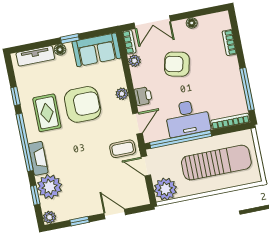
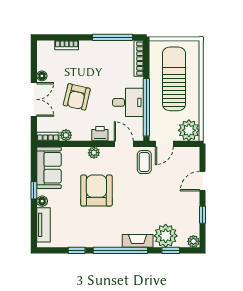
double door: (152, 22) -> (34, 99), moved
rug: (47, 113) -> (98, 225), removed
desk: (187, 118) -> (128, 102), width x0.73

